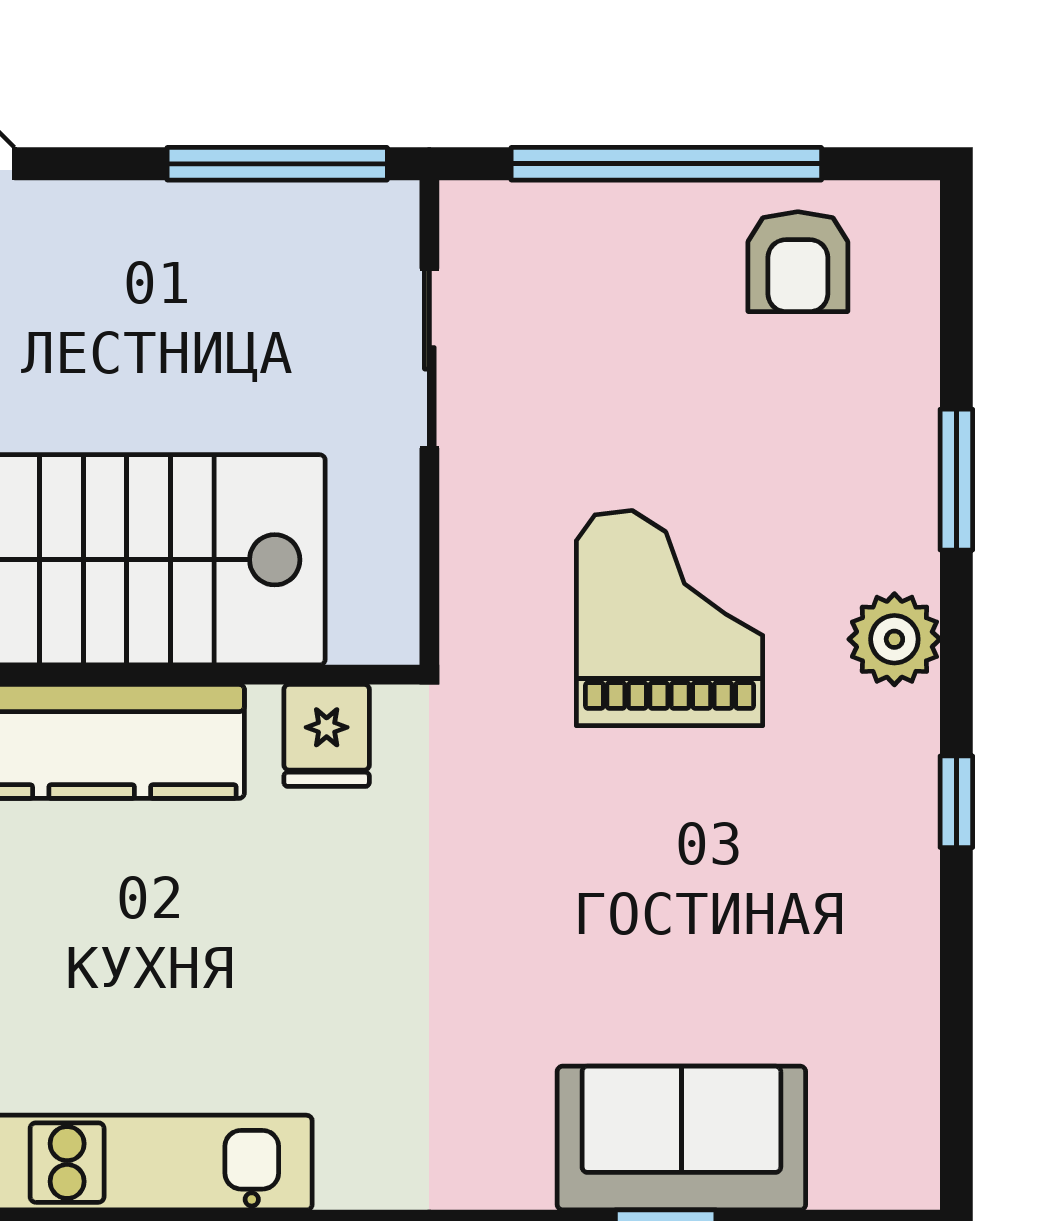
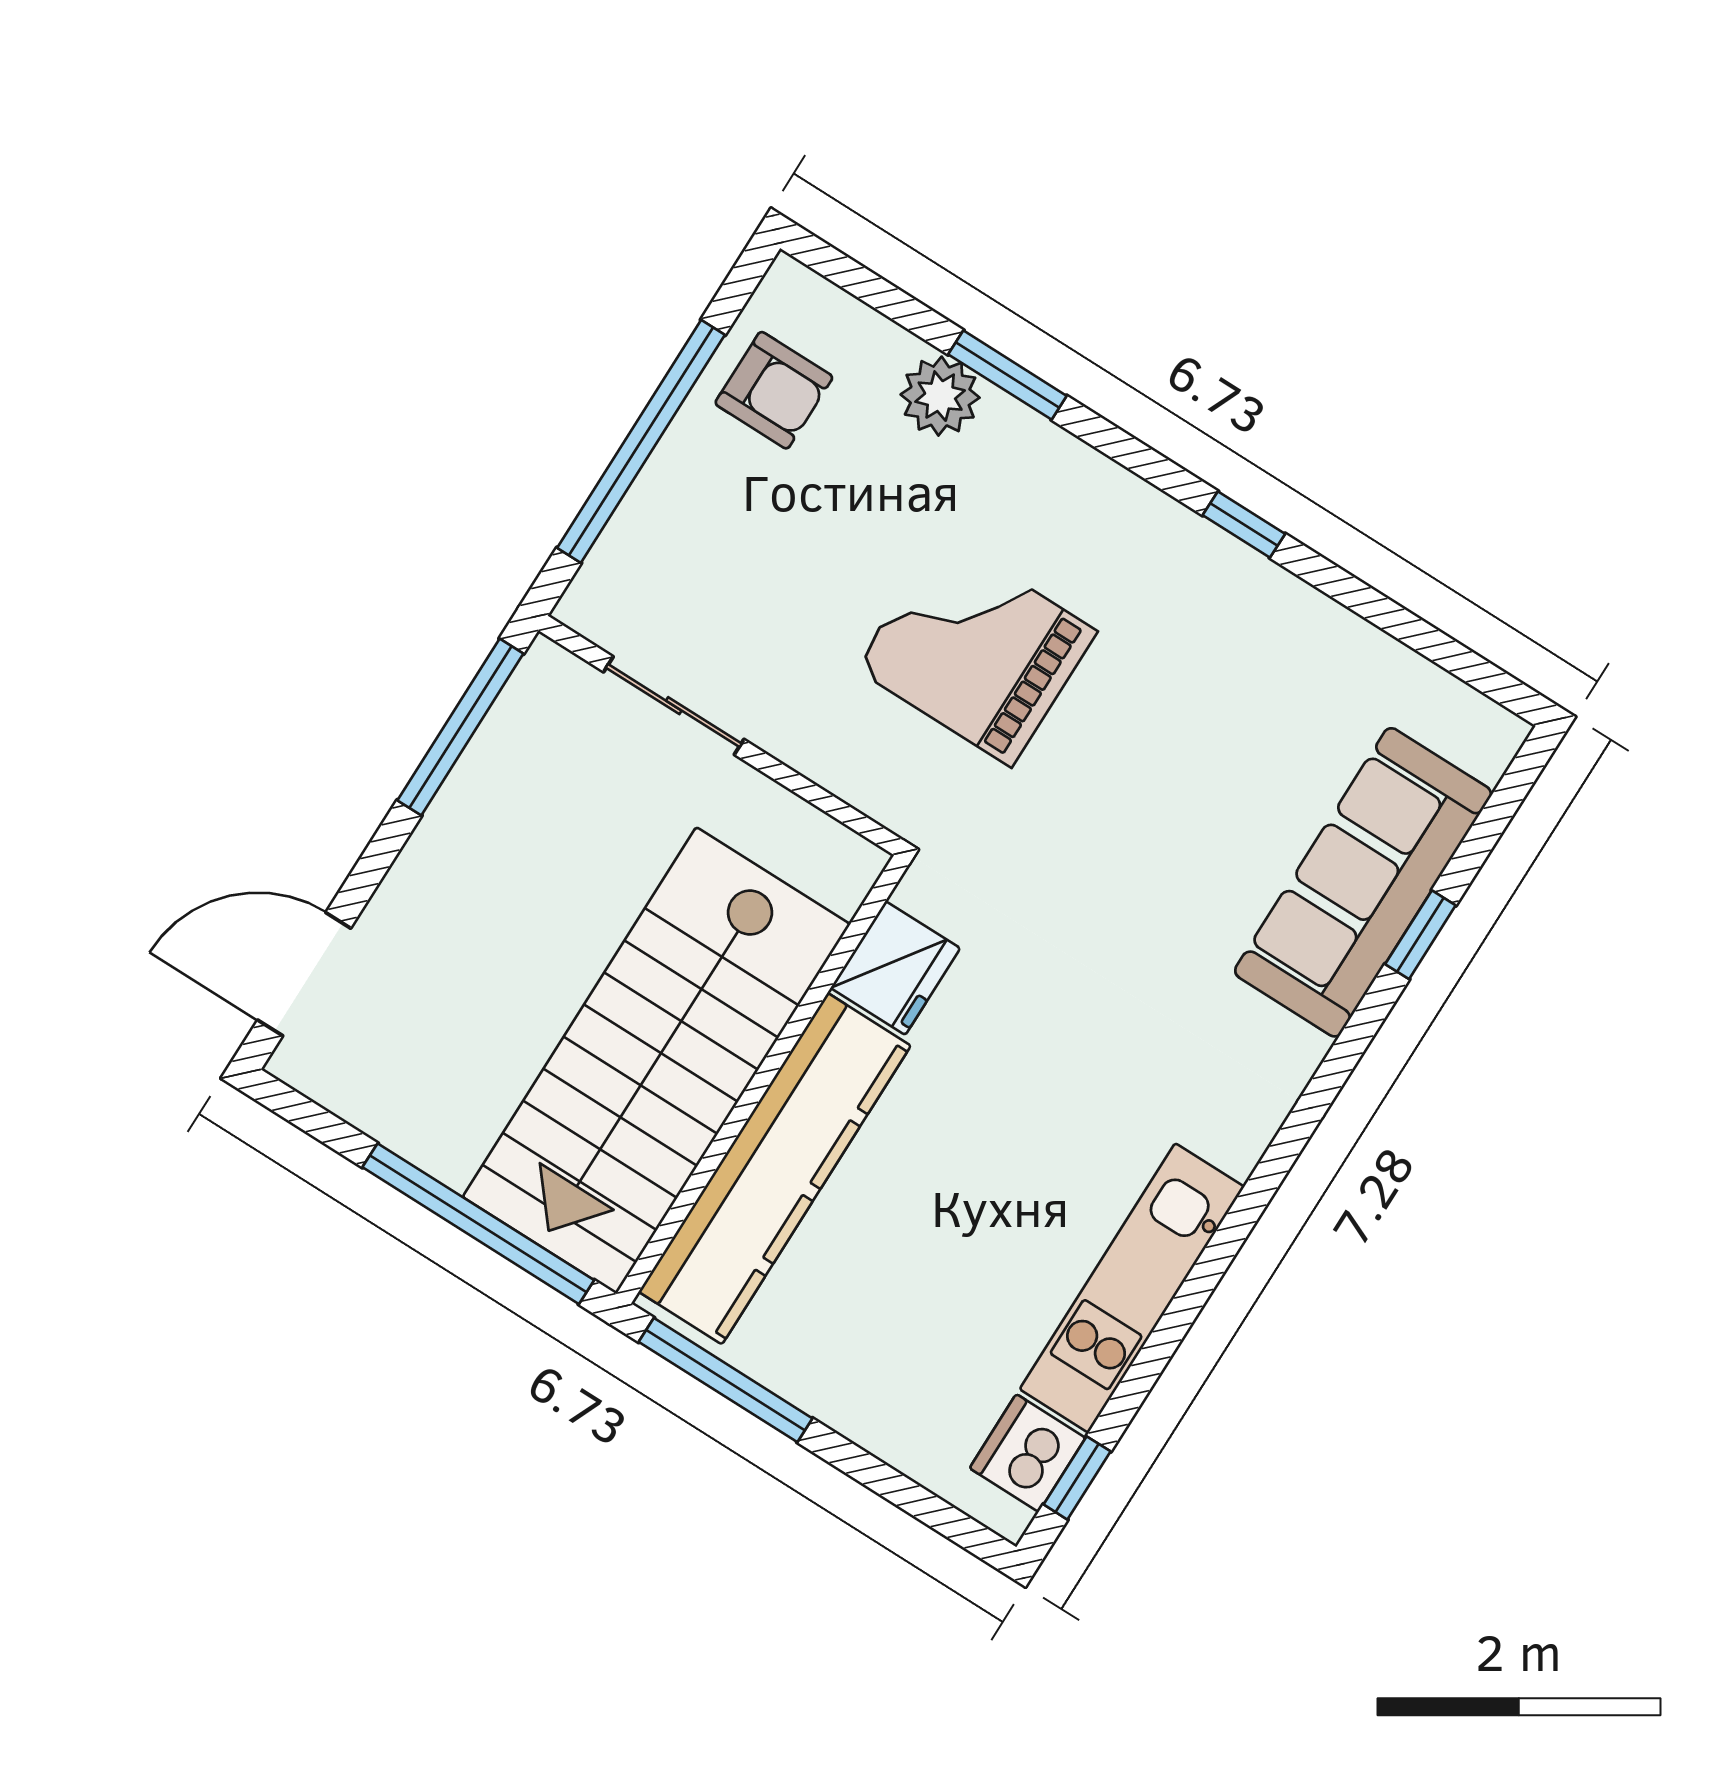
plant: (894, 639) -> (940, 396), moved
fridge: (327, 735) -> (895, 968), width x1.38
sofa: (681, 1138) -> (1363, 882), width x1.36

